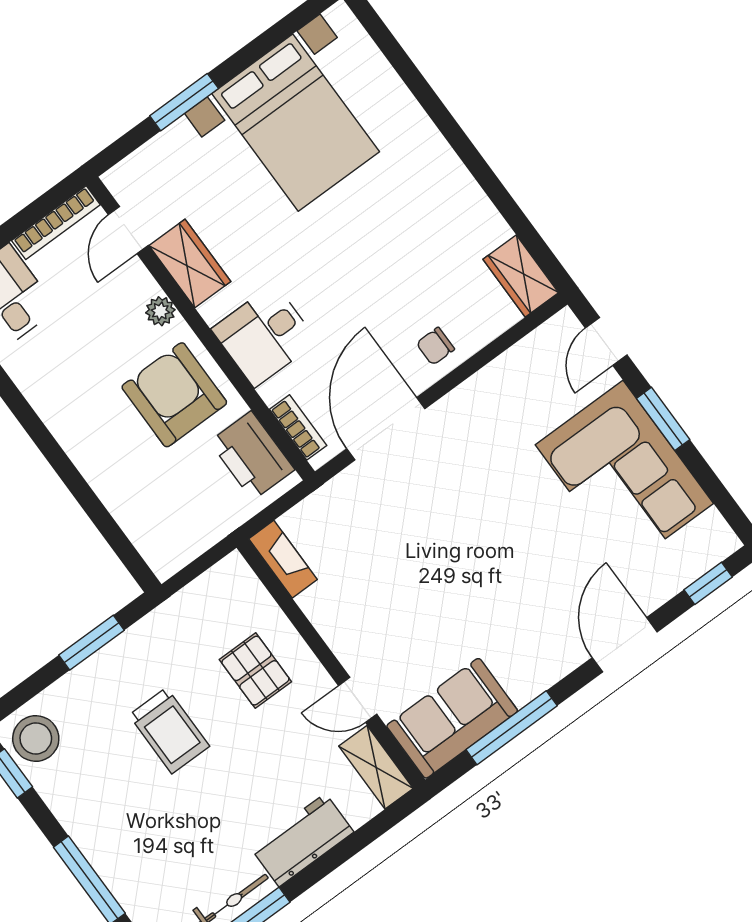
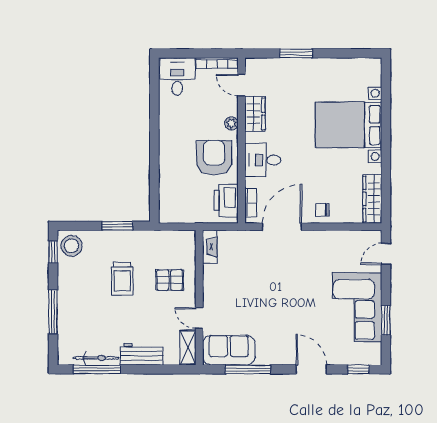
bed with nightstands: (296, 123) -> (349, 125), moved, turned 90
door: (128, 230) -> (241, 85), hinge flipped
wardrobe: (521, 276) -> (372, 199), width x1.50
window: (663, 419) -> (386, 320), moved
door: (625, 645) -> (311, 369), hinge flipped
pallet: (255, 671) -> (170, 280), turned 90

